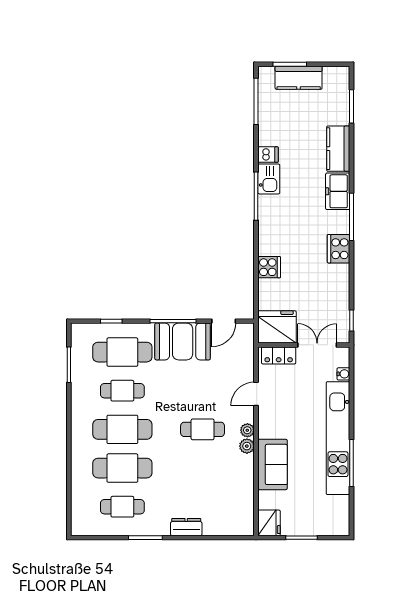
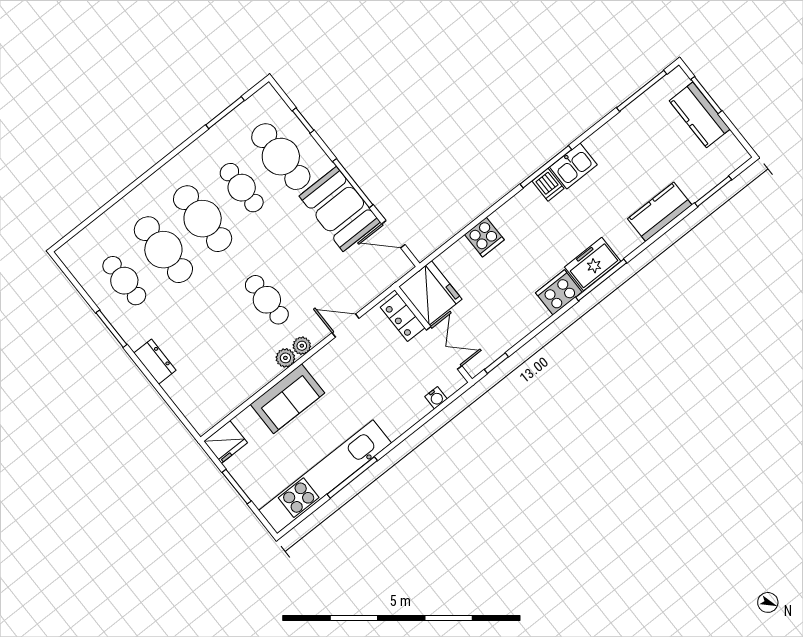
dishwasher: (268, 155) -> (548, 185), moved
freezer: (338, 191) -> (593, 264), moved
kitchen unit: (338, 438) -> (325, 477), moved

